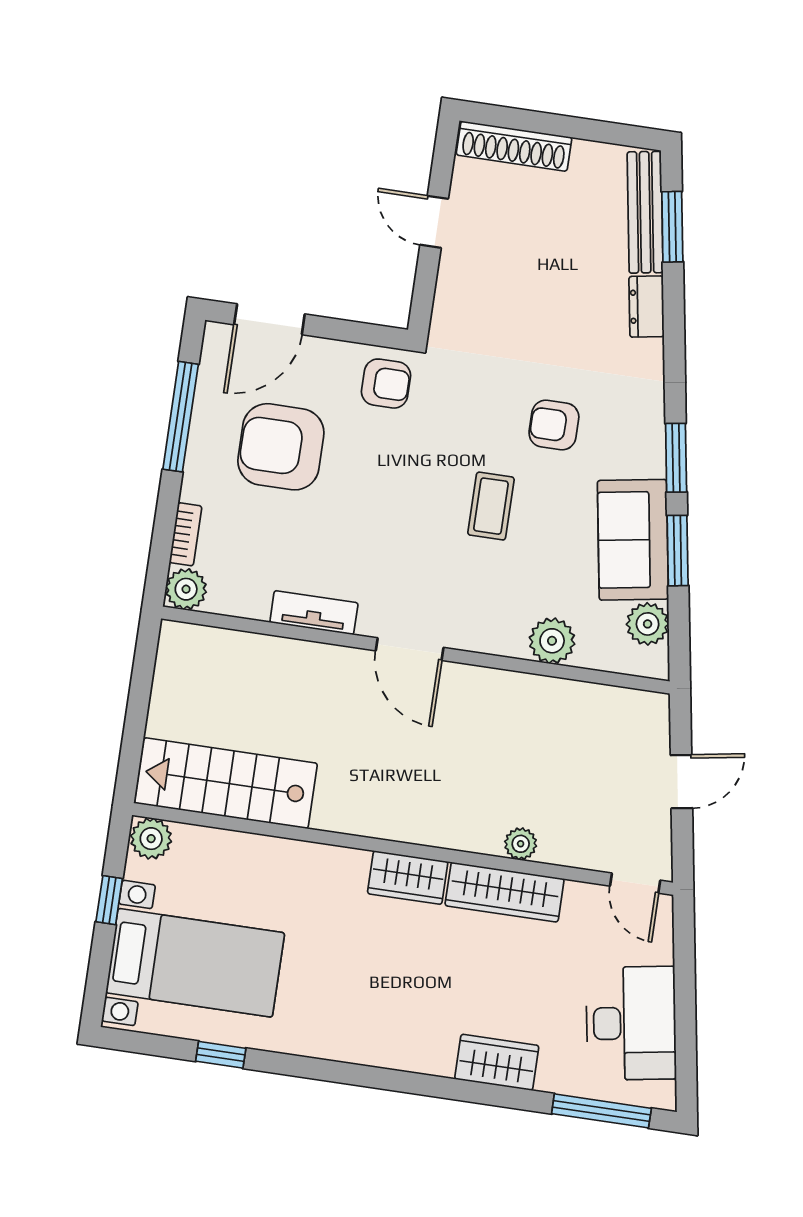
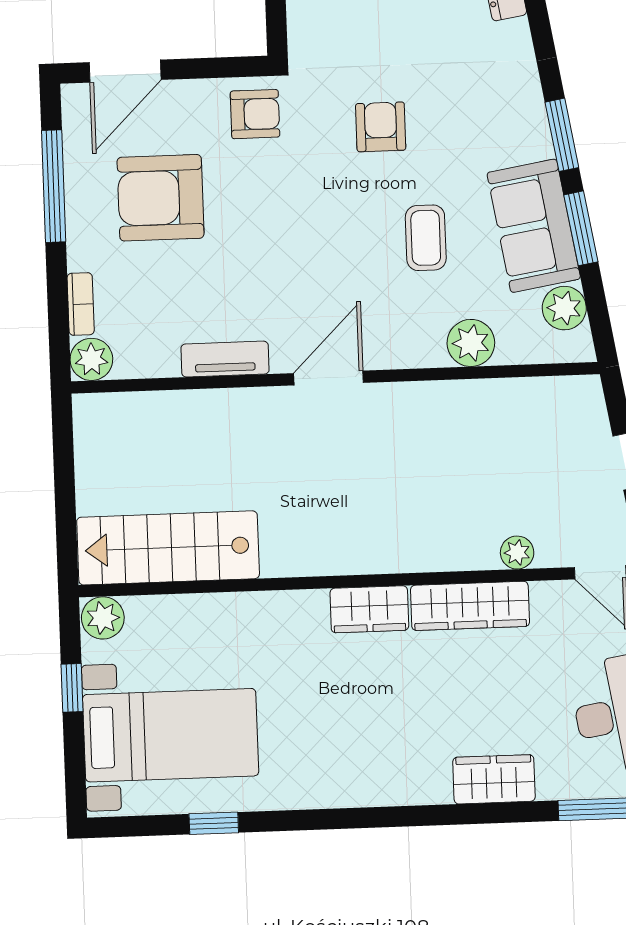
armchair: (554, 425) -> (381, 127), moved, turned 90
coffee table: (491, 506) -> (426, 238), moved
door: (410, 649) -> (328, 378), swing flipped
plant: (521, 844) -> (517, 553), moved

